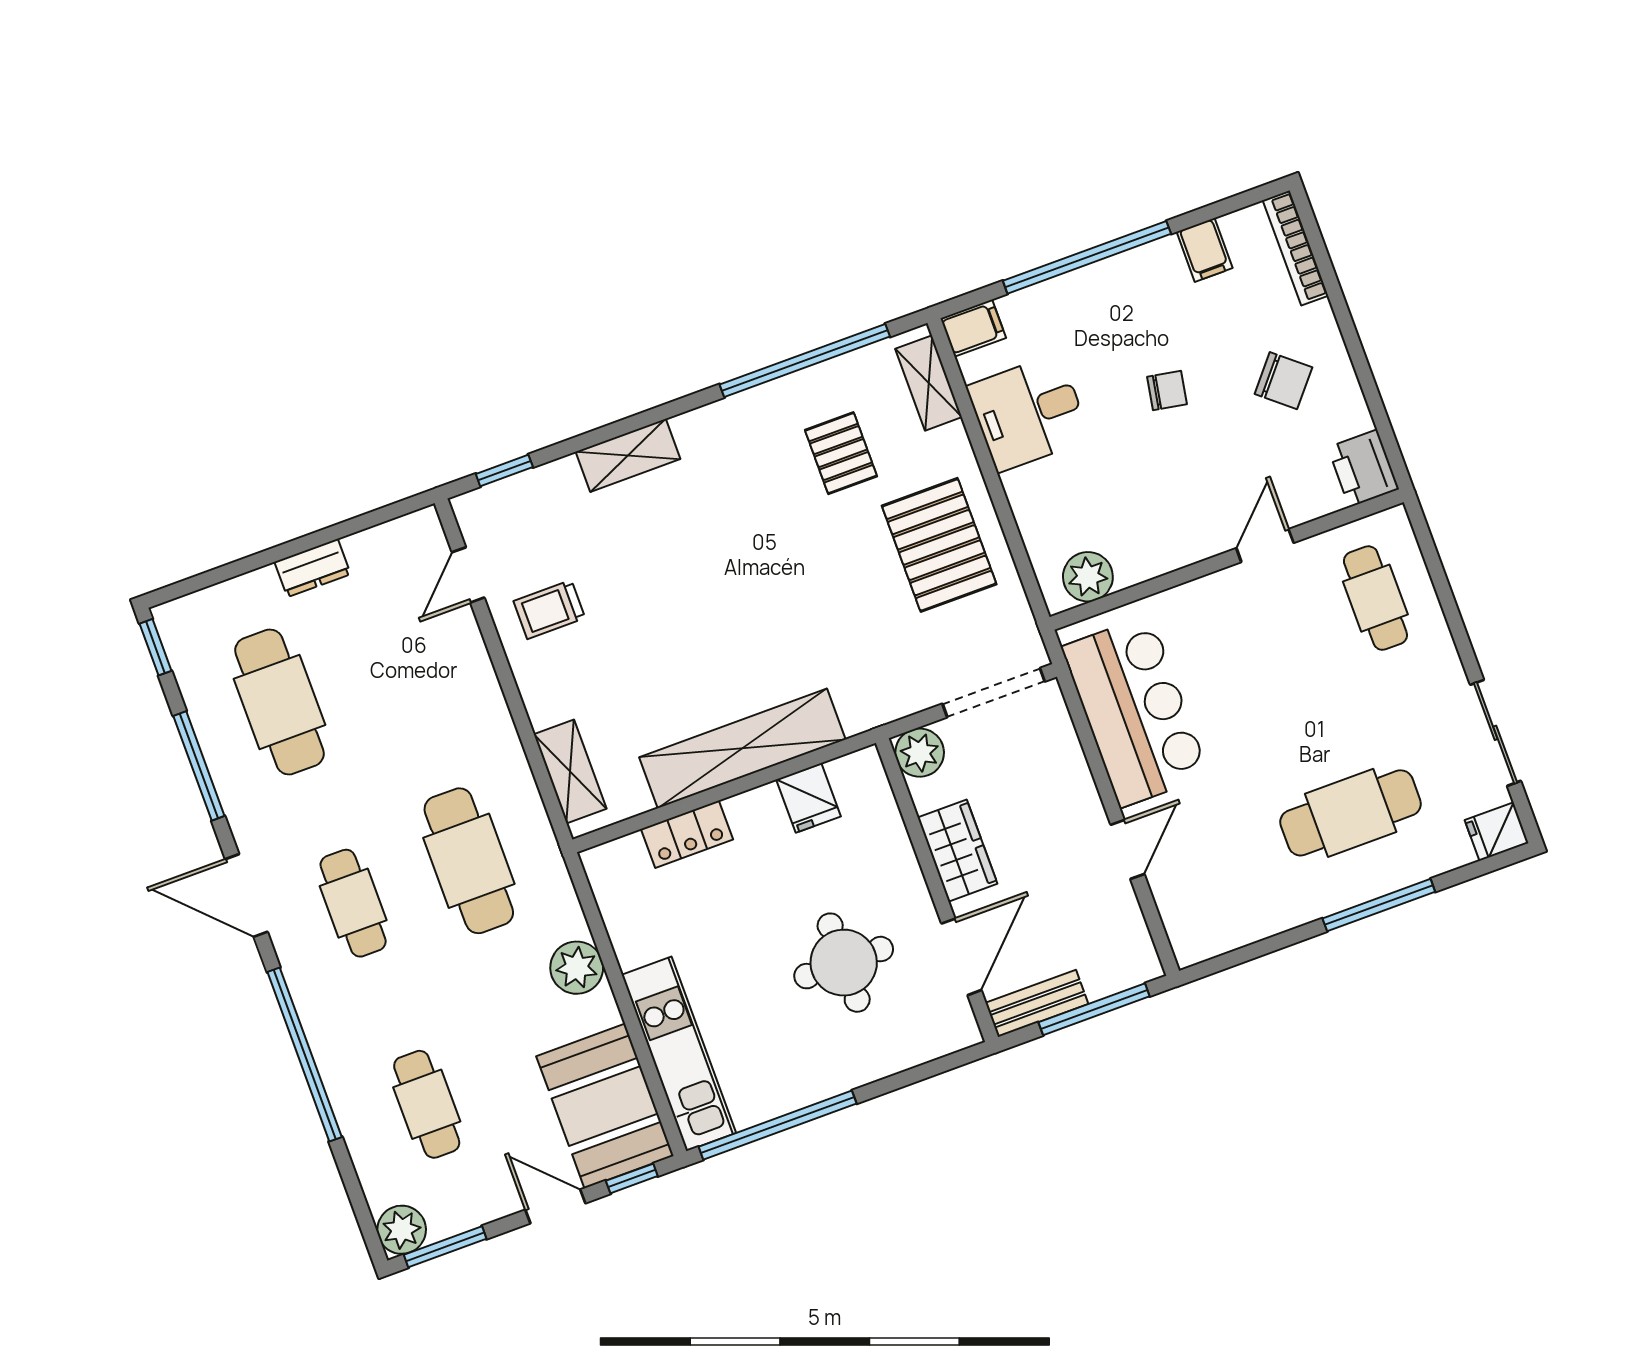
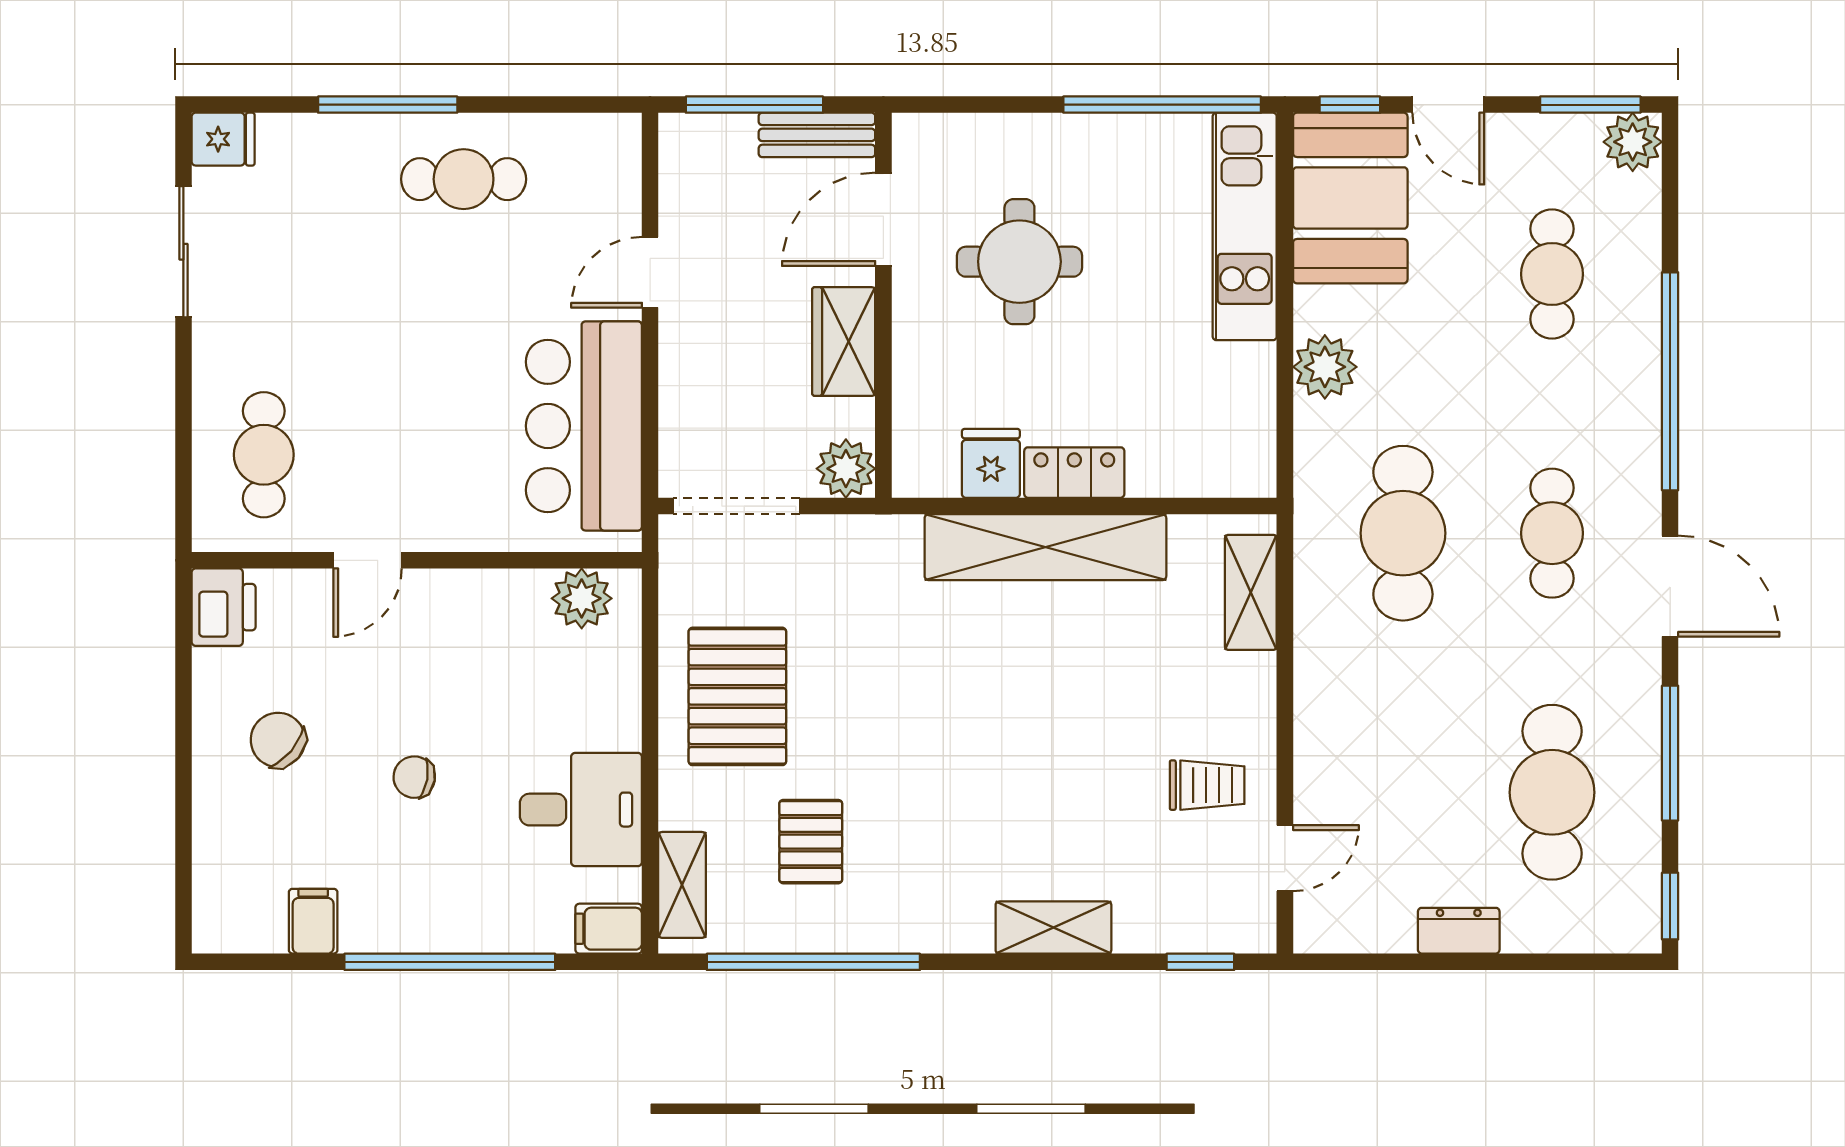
bookcase: (1296, 248) -> (209, 886), removed
cafe table: (1351, 813) -> (464, 179), moved, width x0.73, depth x0.74
locker: (687, 834) -> (1074, 473), moved

